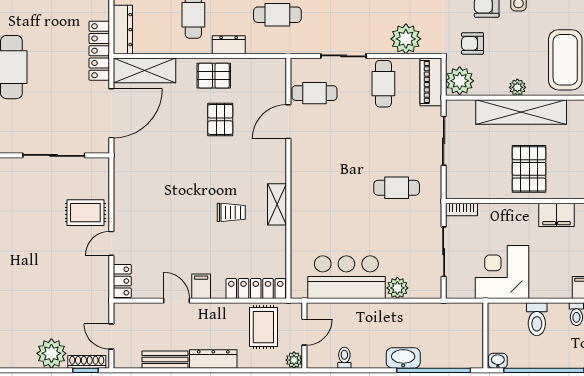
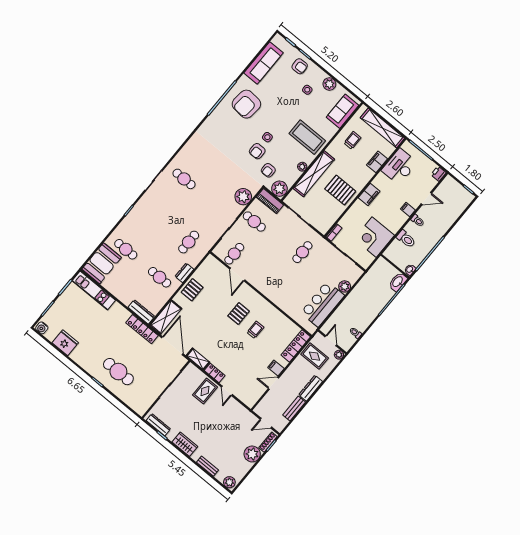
pallet: (220, 119) -> (239, 314), moved, turned 90
shelving: (277, 204) -> (198, 359), moved
locker: (122, 281) -> (215, 373), moved
washbasin: (403, 358) -> (398, 282), moved

